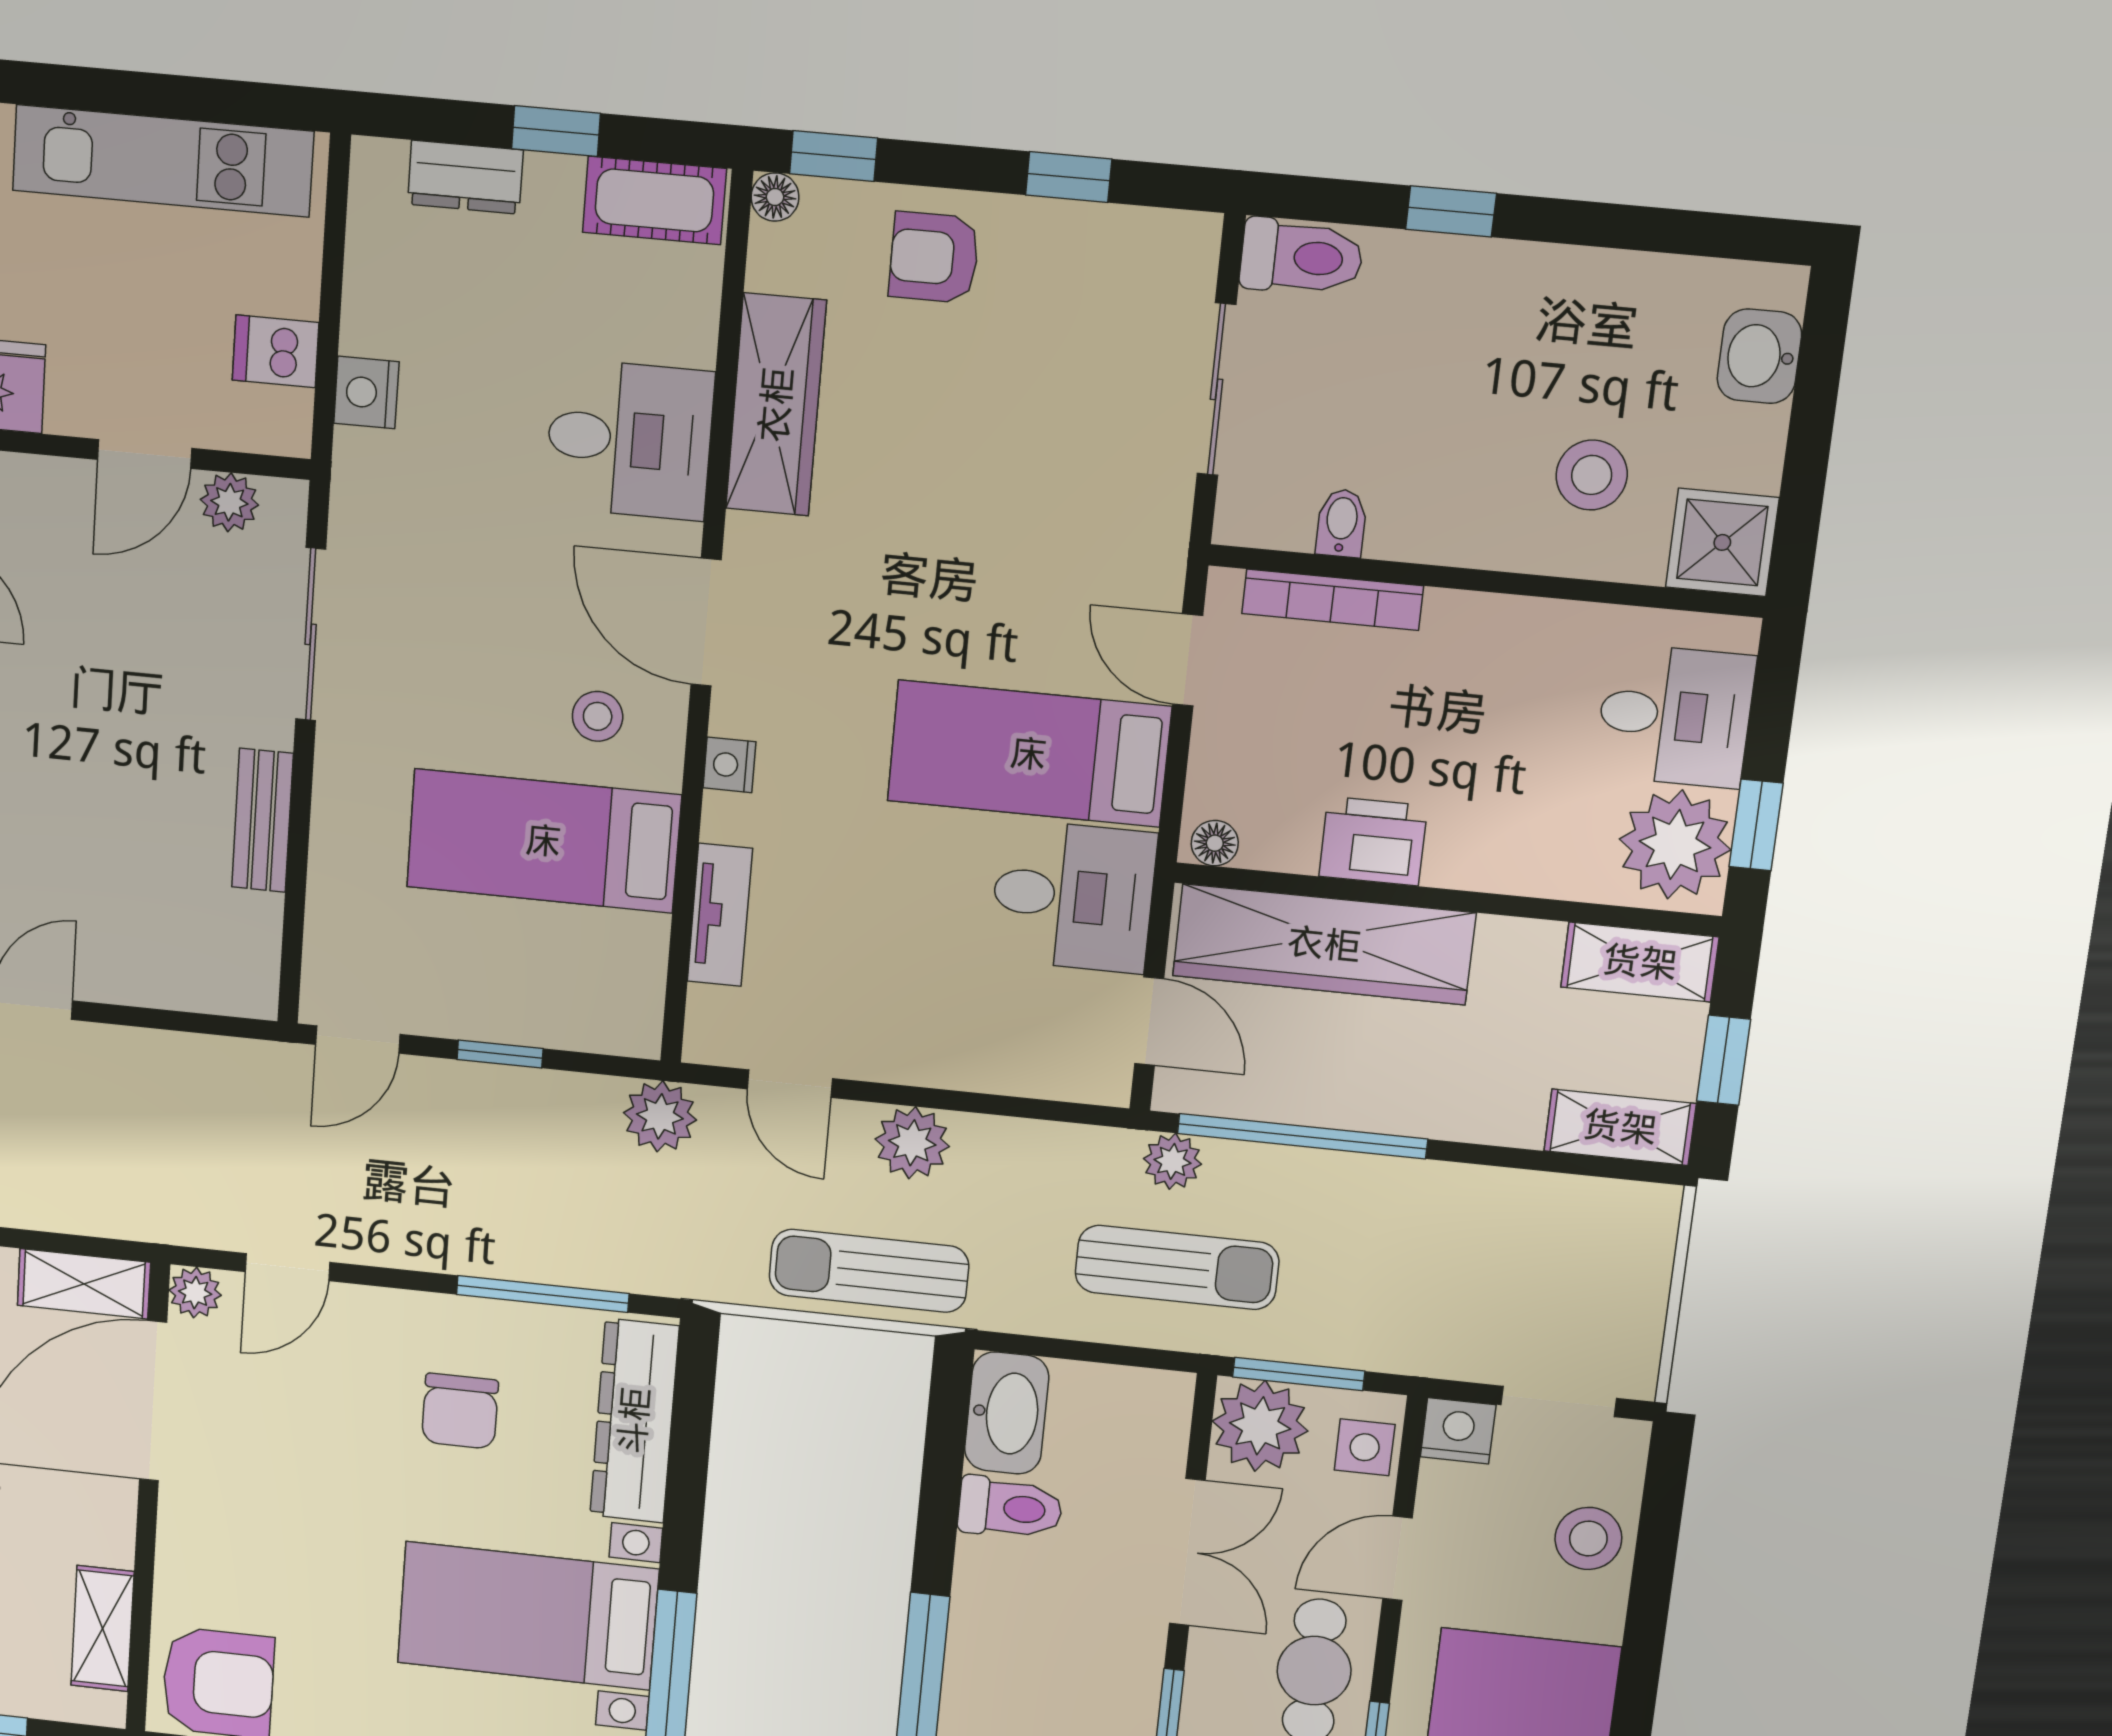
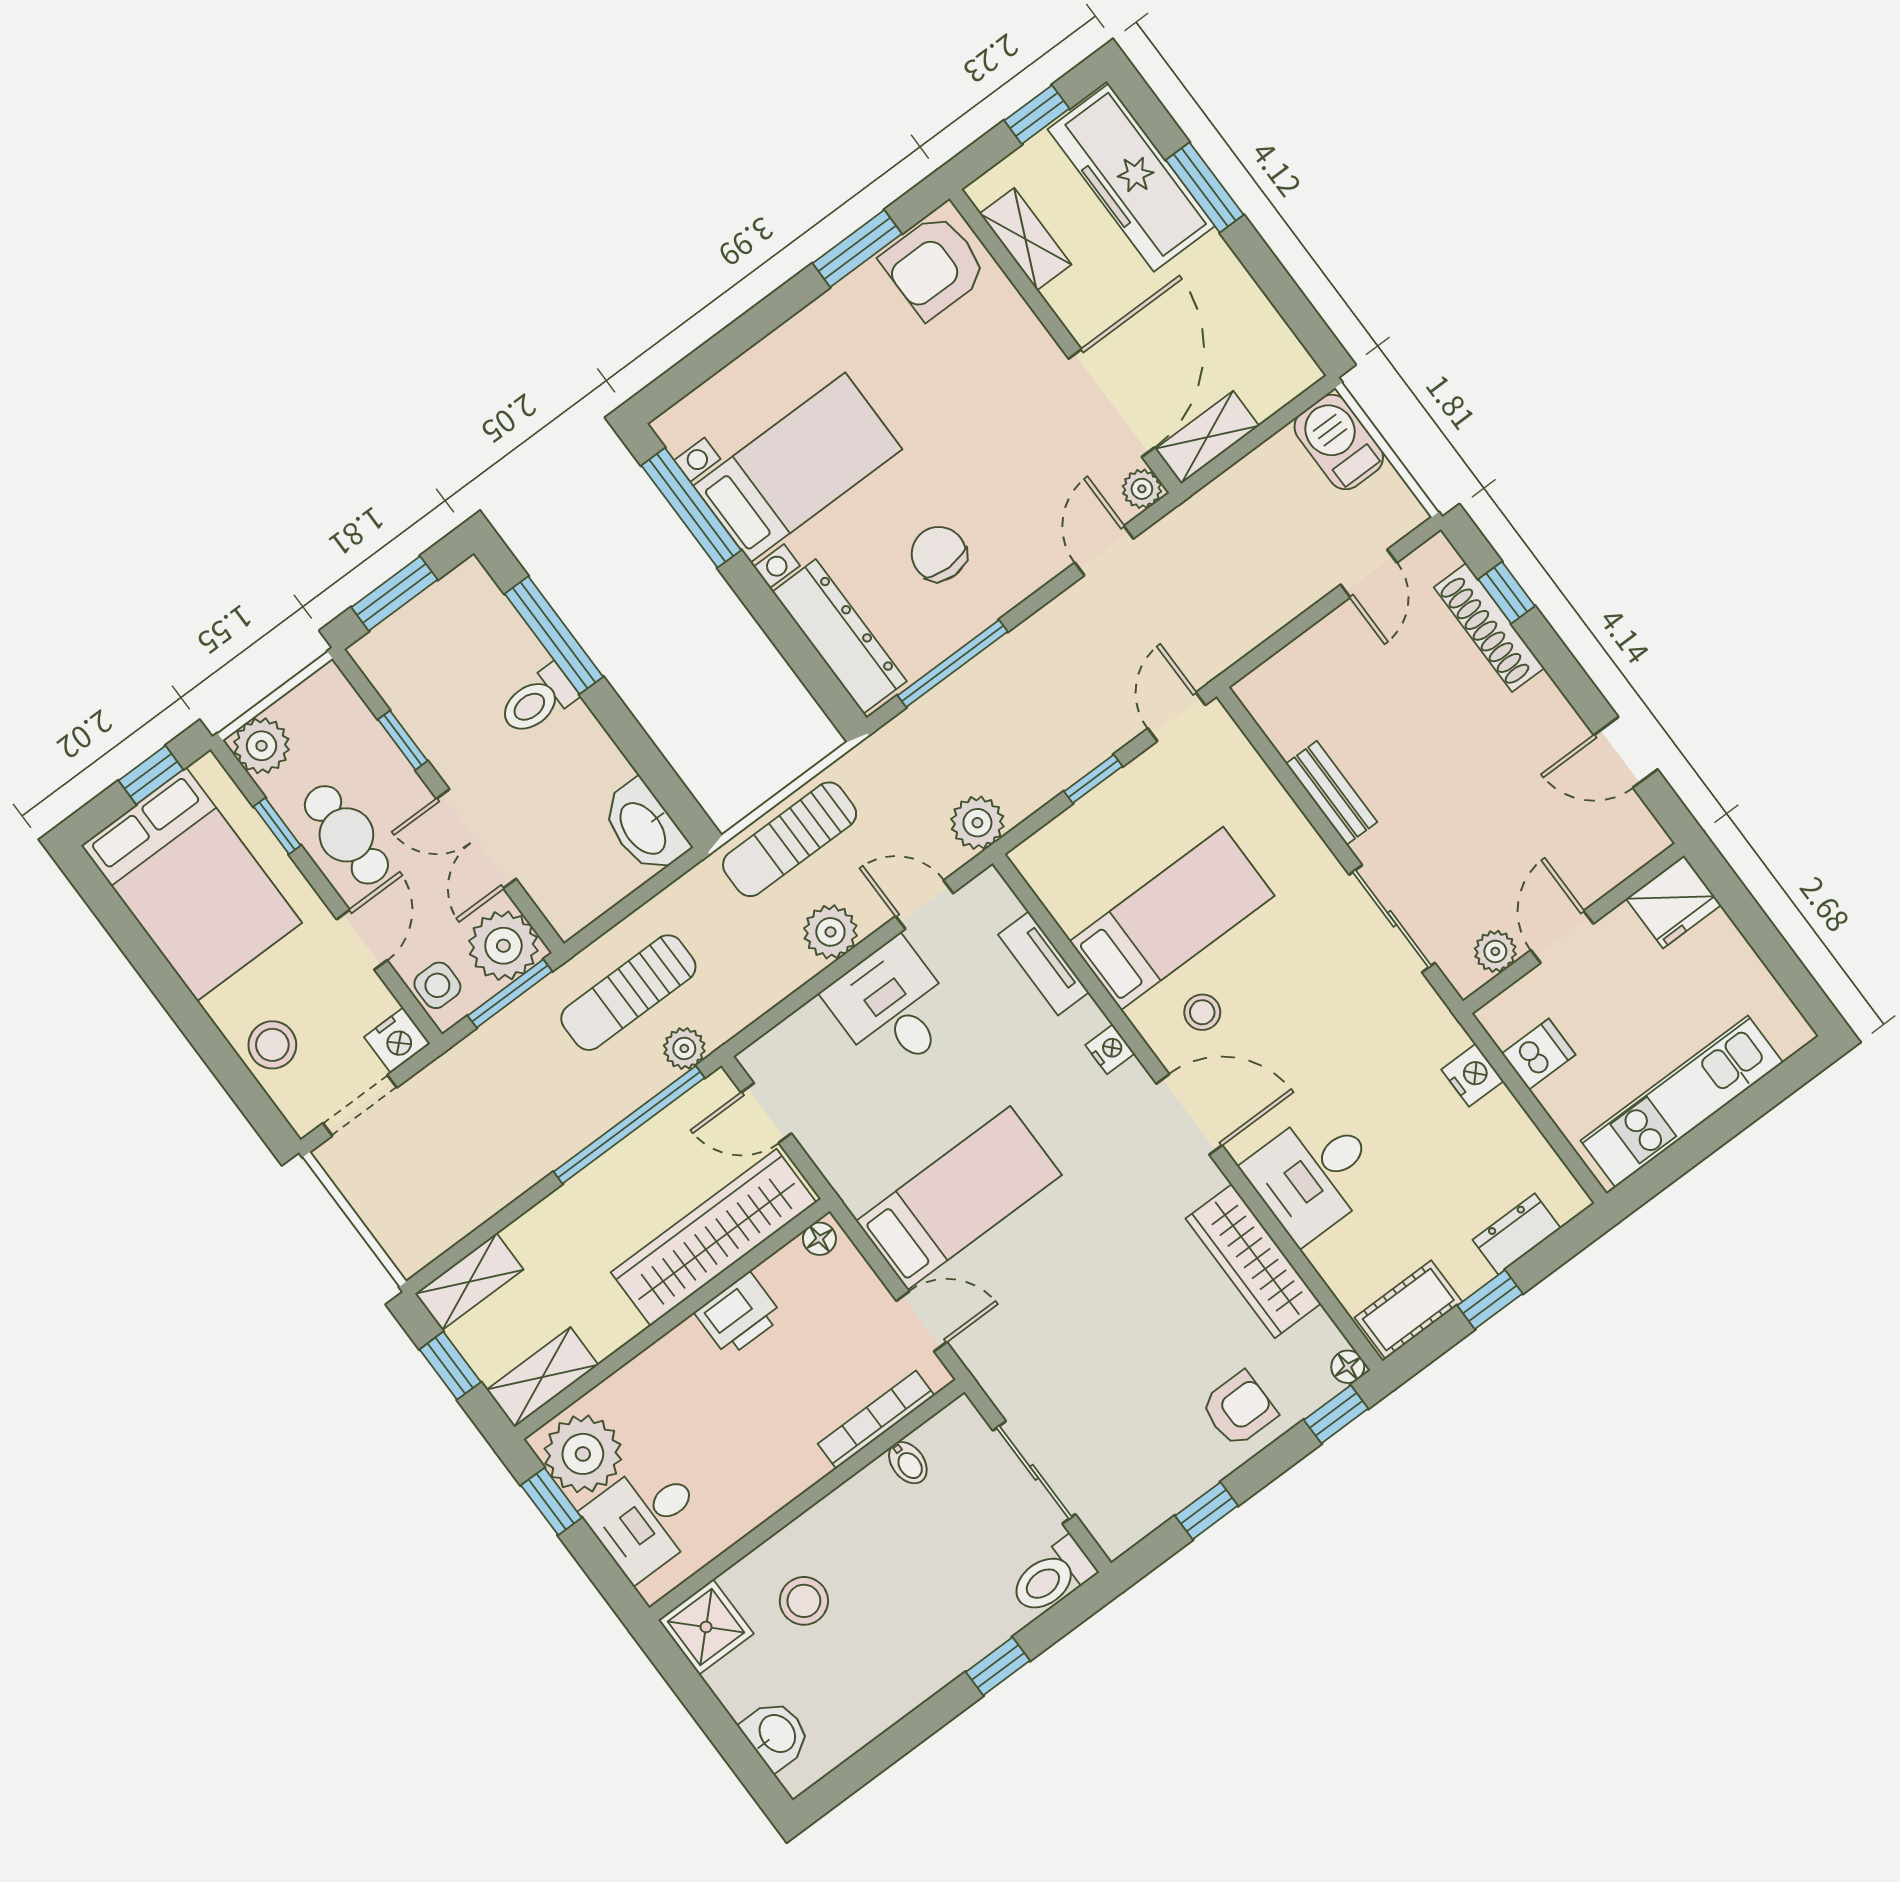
desk: (1073, 896) -> (892, 1007), moved, turned 90
sun lounger: (869, 1271) -> (790, 839), turned 180
toilet: (1010, 1508) -> (538, 701), moved

